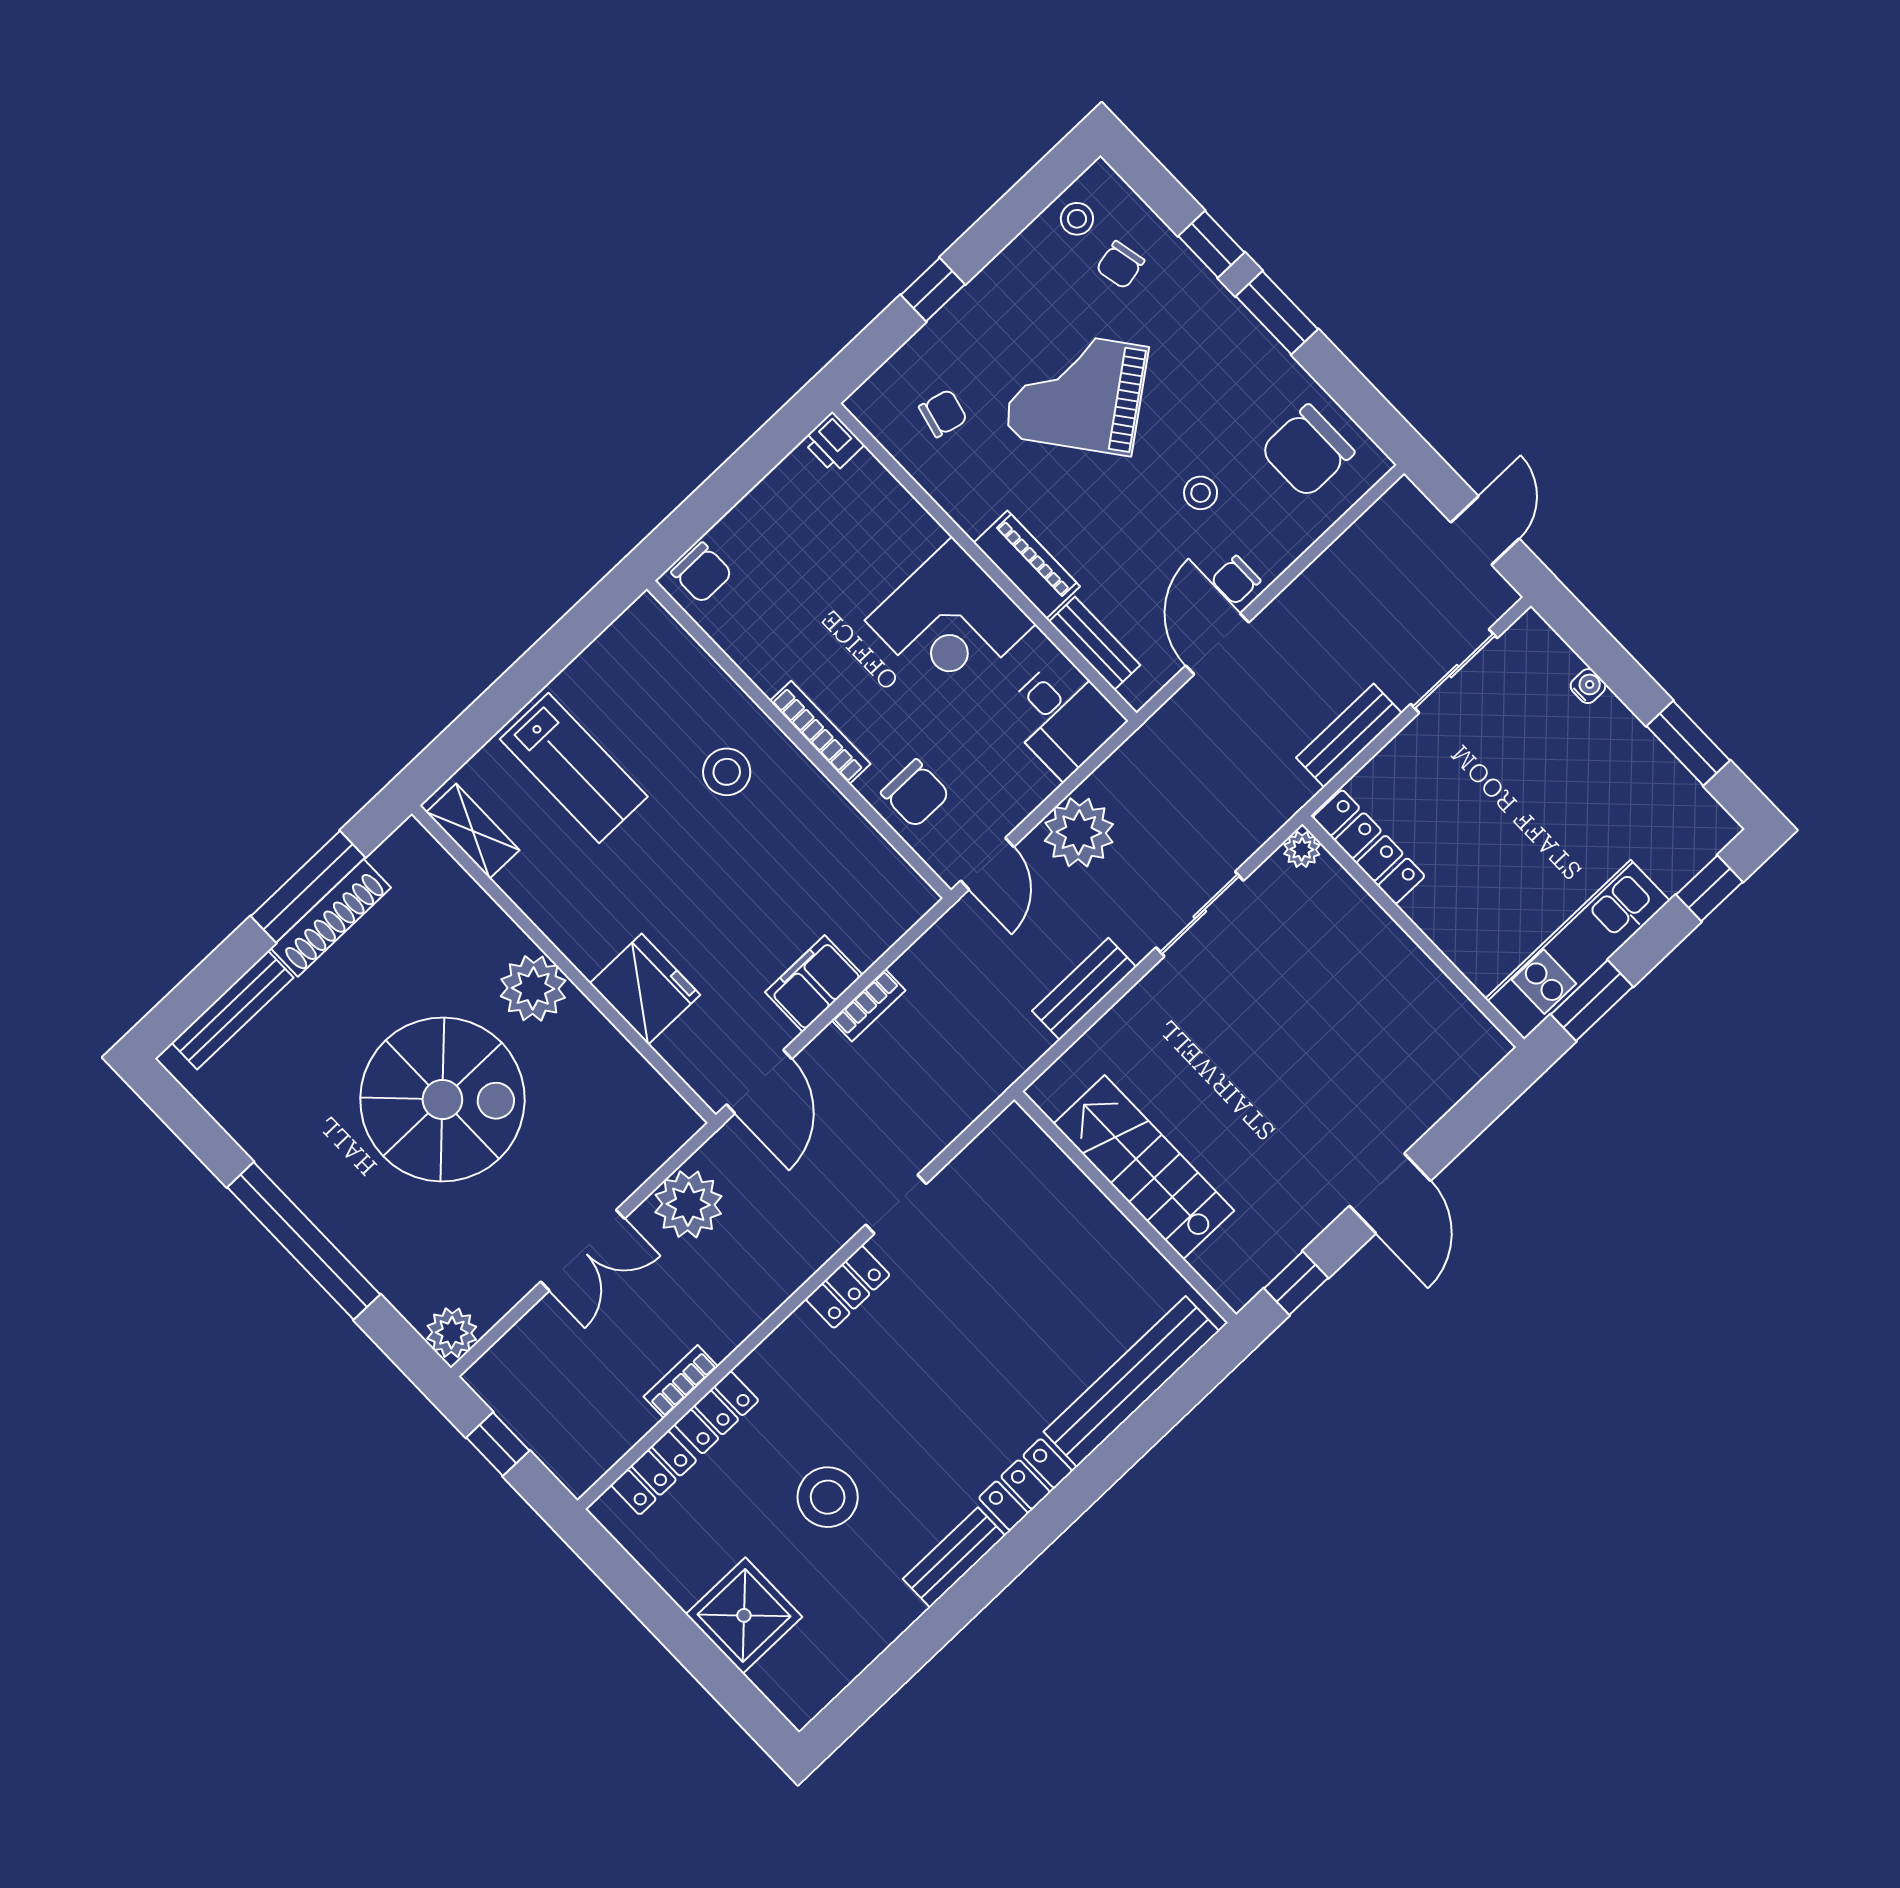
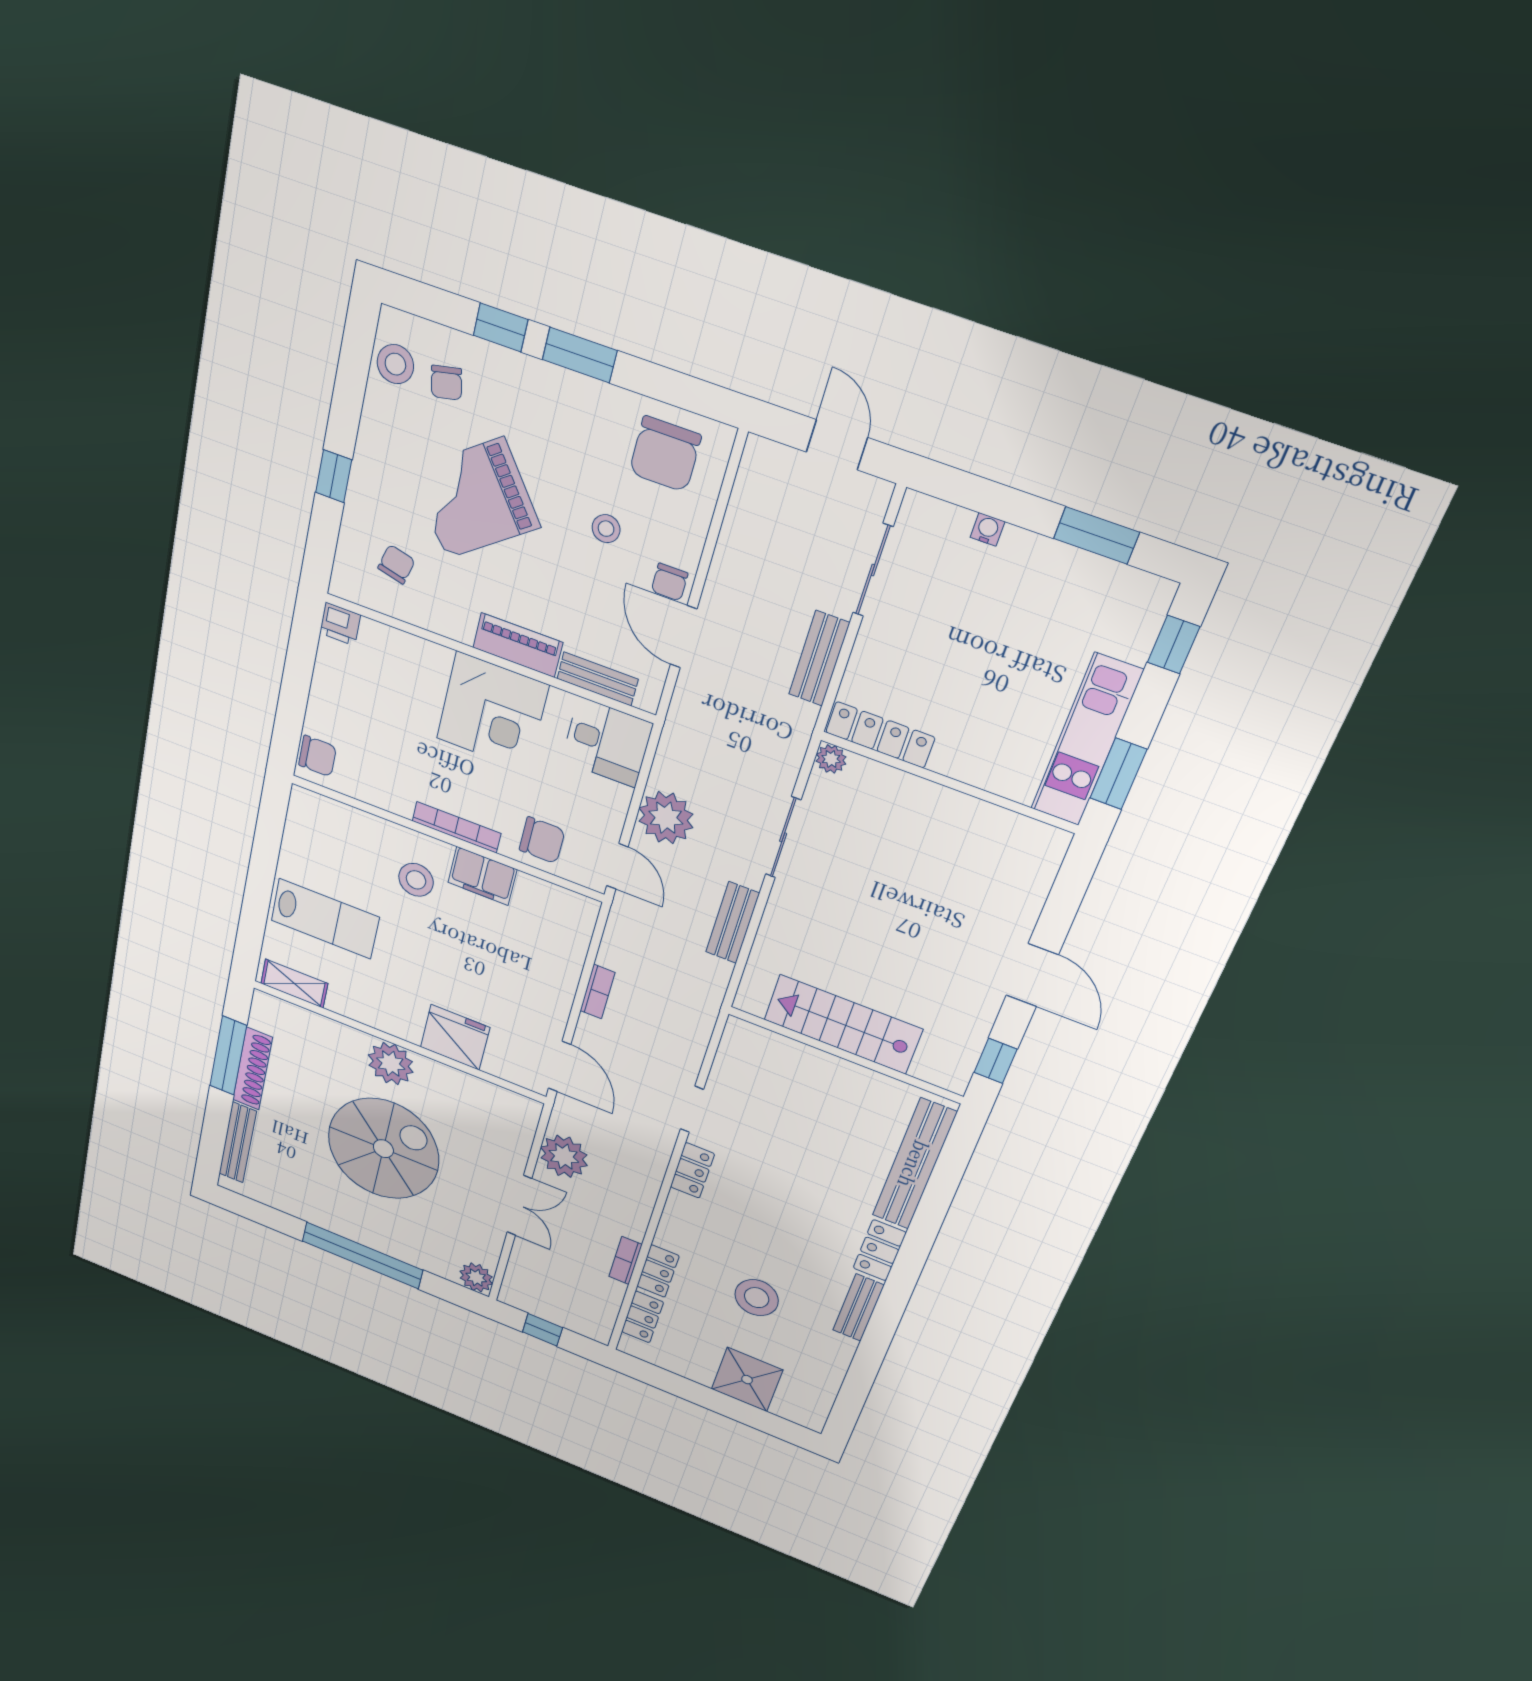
stool: (1077, 219) -> (395, 364), width x1.37, depth x1.37
filing cabinet: (814, 984) -> (482, 876), moved, turned -90

